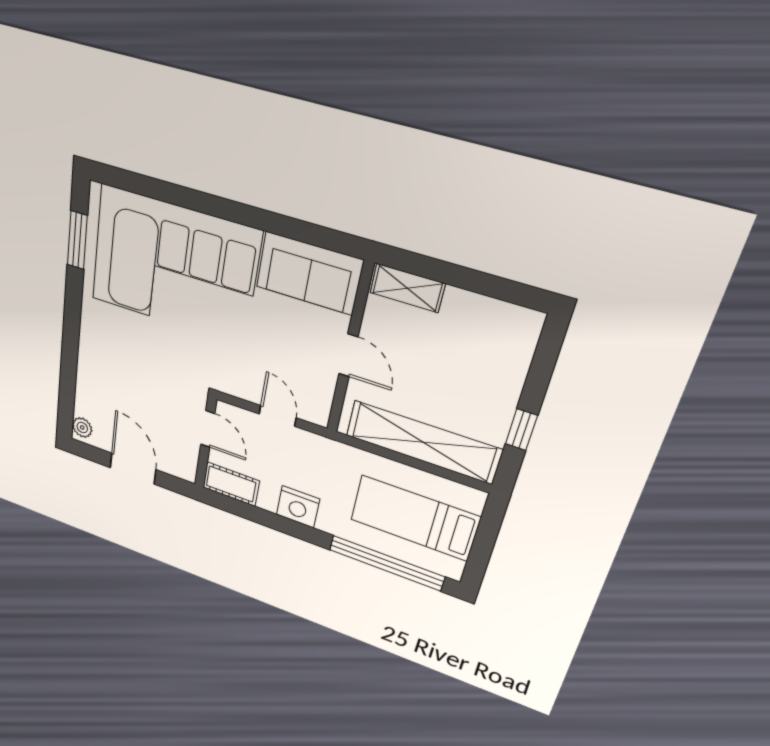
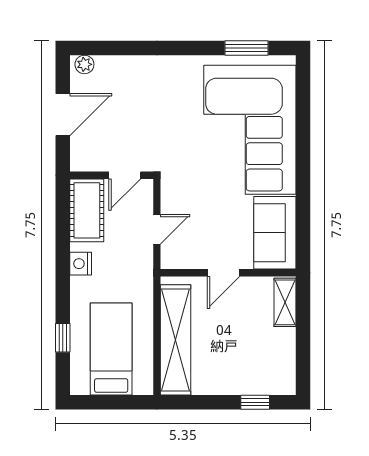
window: (521, 430) -> (255, 402), moved
cot: (231, 484) -> (87, 210), width x1.37, depth x1.34
nightstand: (298, 507) -> (81, 264), width x0.74, depth x0.75
window: (386, 563) -> (63, 338), width x0.32

